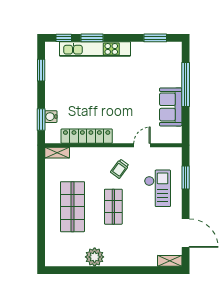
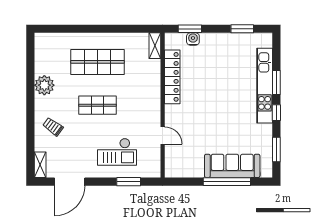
window: (64, 38) -> (276, 113), moved
sofa: (171, 107) -> (232, 166), moved, width x1.36
trolley: (120, 169) -> (53, 127), moved

